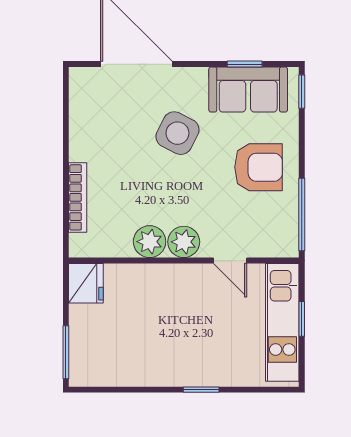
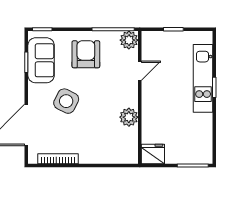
bookcase: (78, 197) -> (58, 159), moved
plant: (184, 242) -> (129, 40), moved
kitchen unit: (282, 322) -> (203, 78), moved, turned 90

